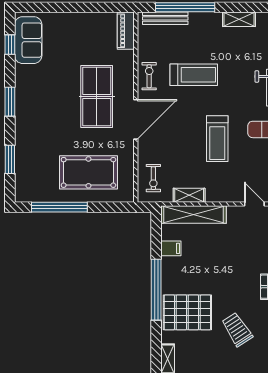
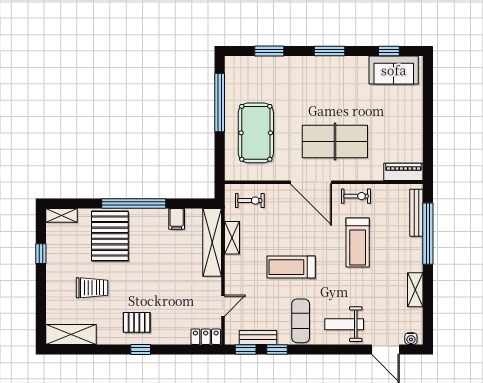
exercise bike: (153, 178) -> (250, 201), turned 180
trolley: (237, 330) -> (92, 288), turned 33

